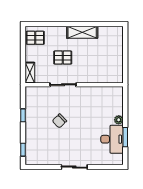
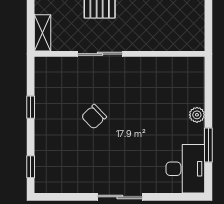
desk: (112, 139) -> (185, 169), moved

